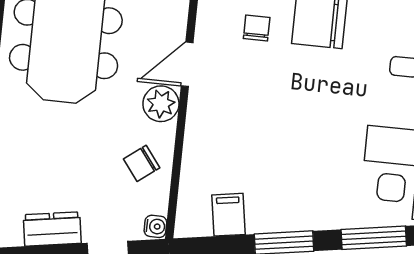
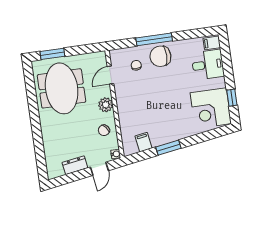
door: (187, 64) -> (111, 75), moved
window: (374, 238) -> (203, 137), removed

